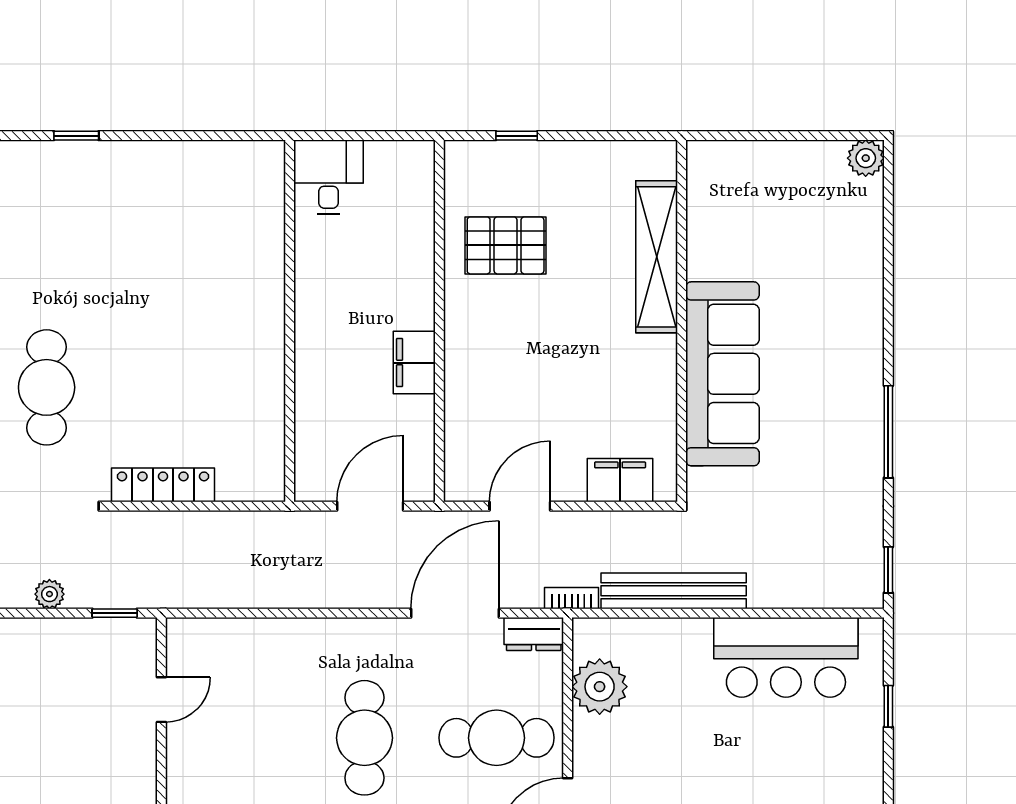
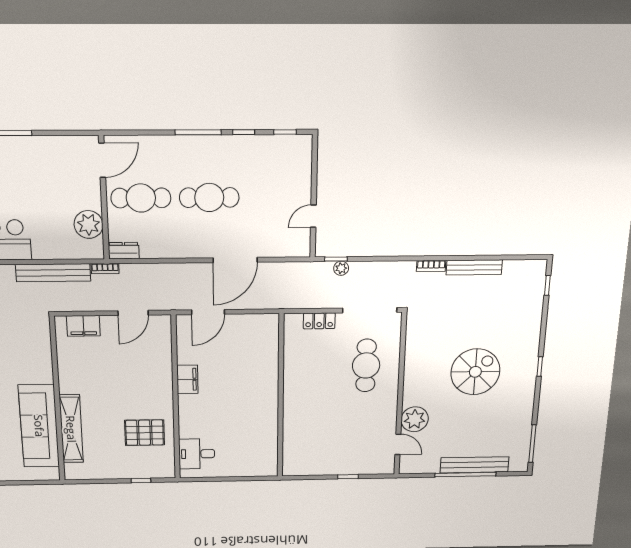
desk: (328, 177) -> (197, 454), moved, turned 90
wall: (290, 321) -> (281, 397), moved
sofa: (722, 374) -> (39, 426), moved
locker: (163, 485) -> (319, 321), width x0.66
plant: (49, 594) -> (341, 268), moved
door: (455, 613) -> (235, 260), moved
cafe table: (364, 738) -> (209, 198), turned 90

